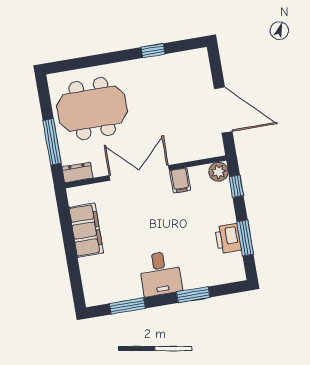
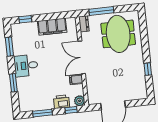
double door: (139, 173) -> (82, 57), swing flipped
printer: (228, 239) -> (62, 102), moved
window: (76, 280) -> (25, 19), added

